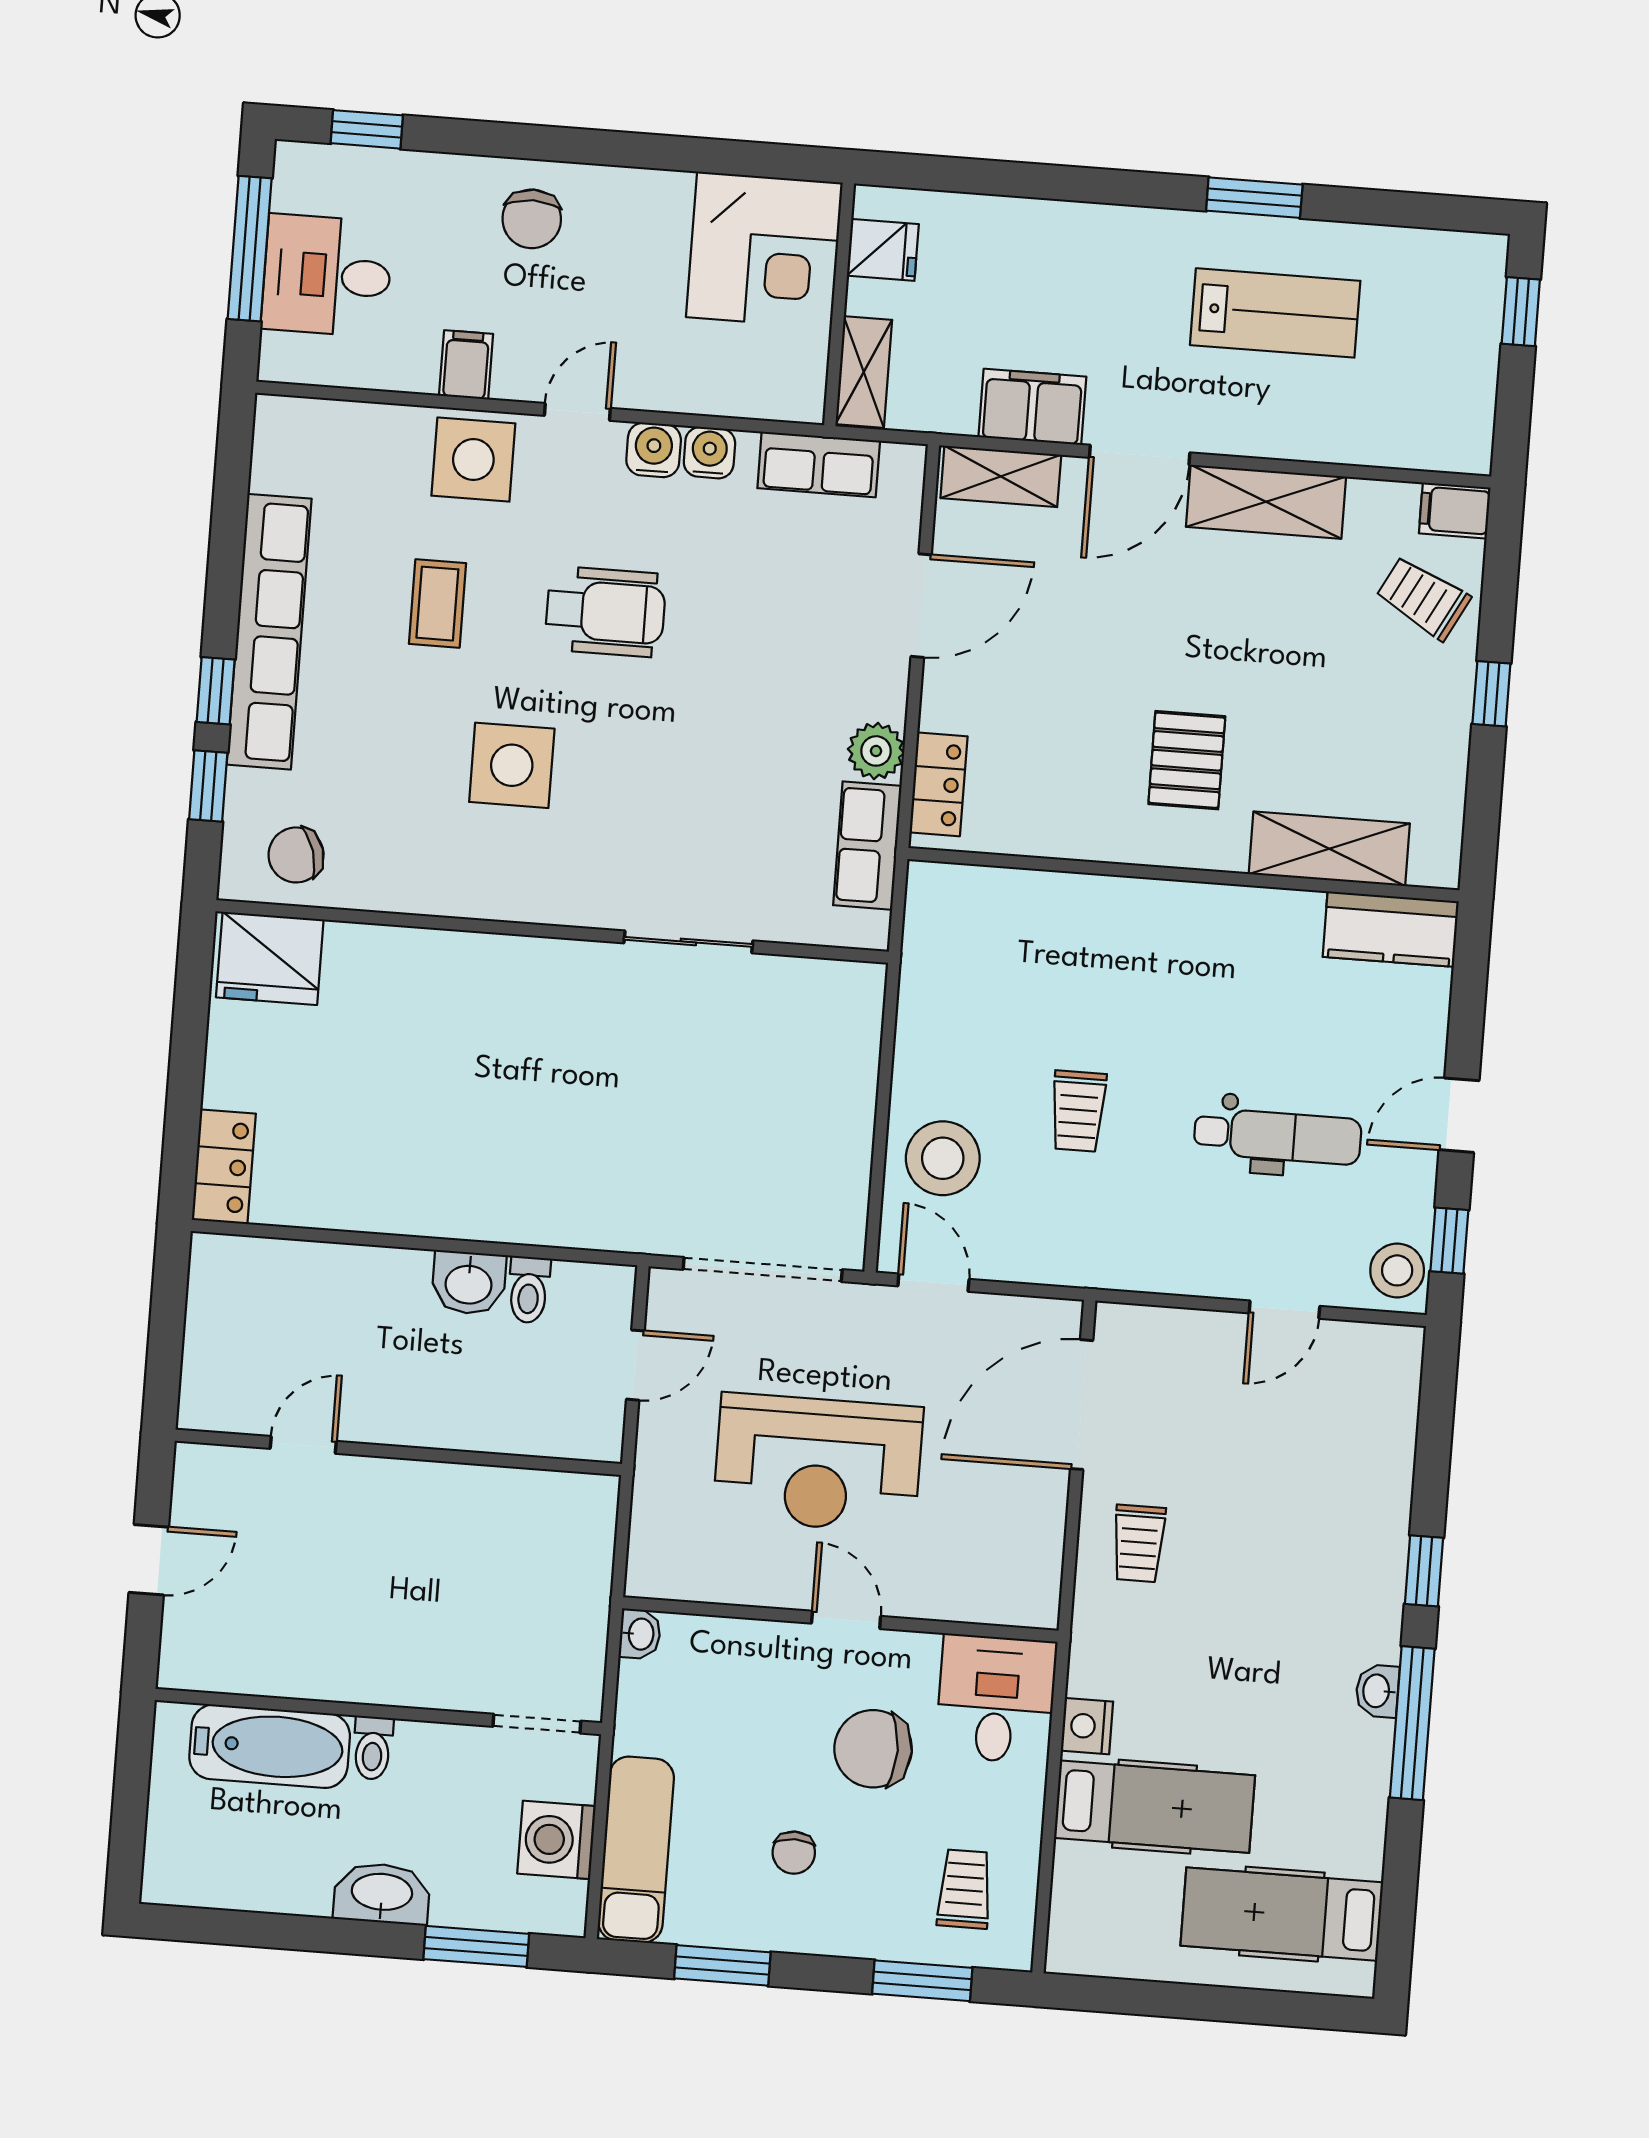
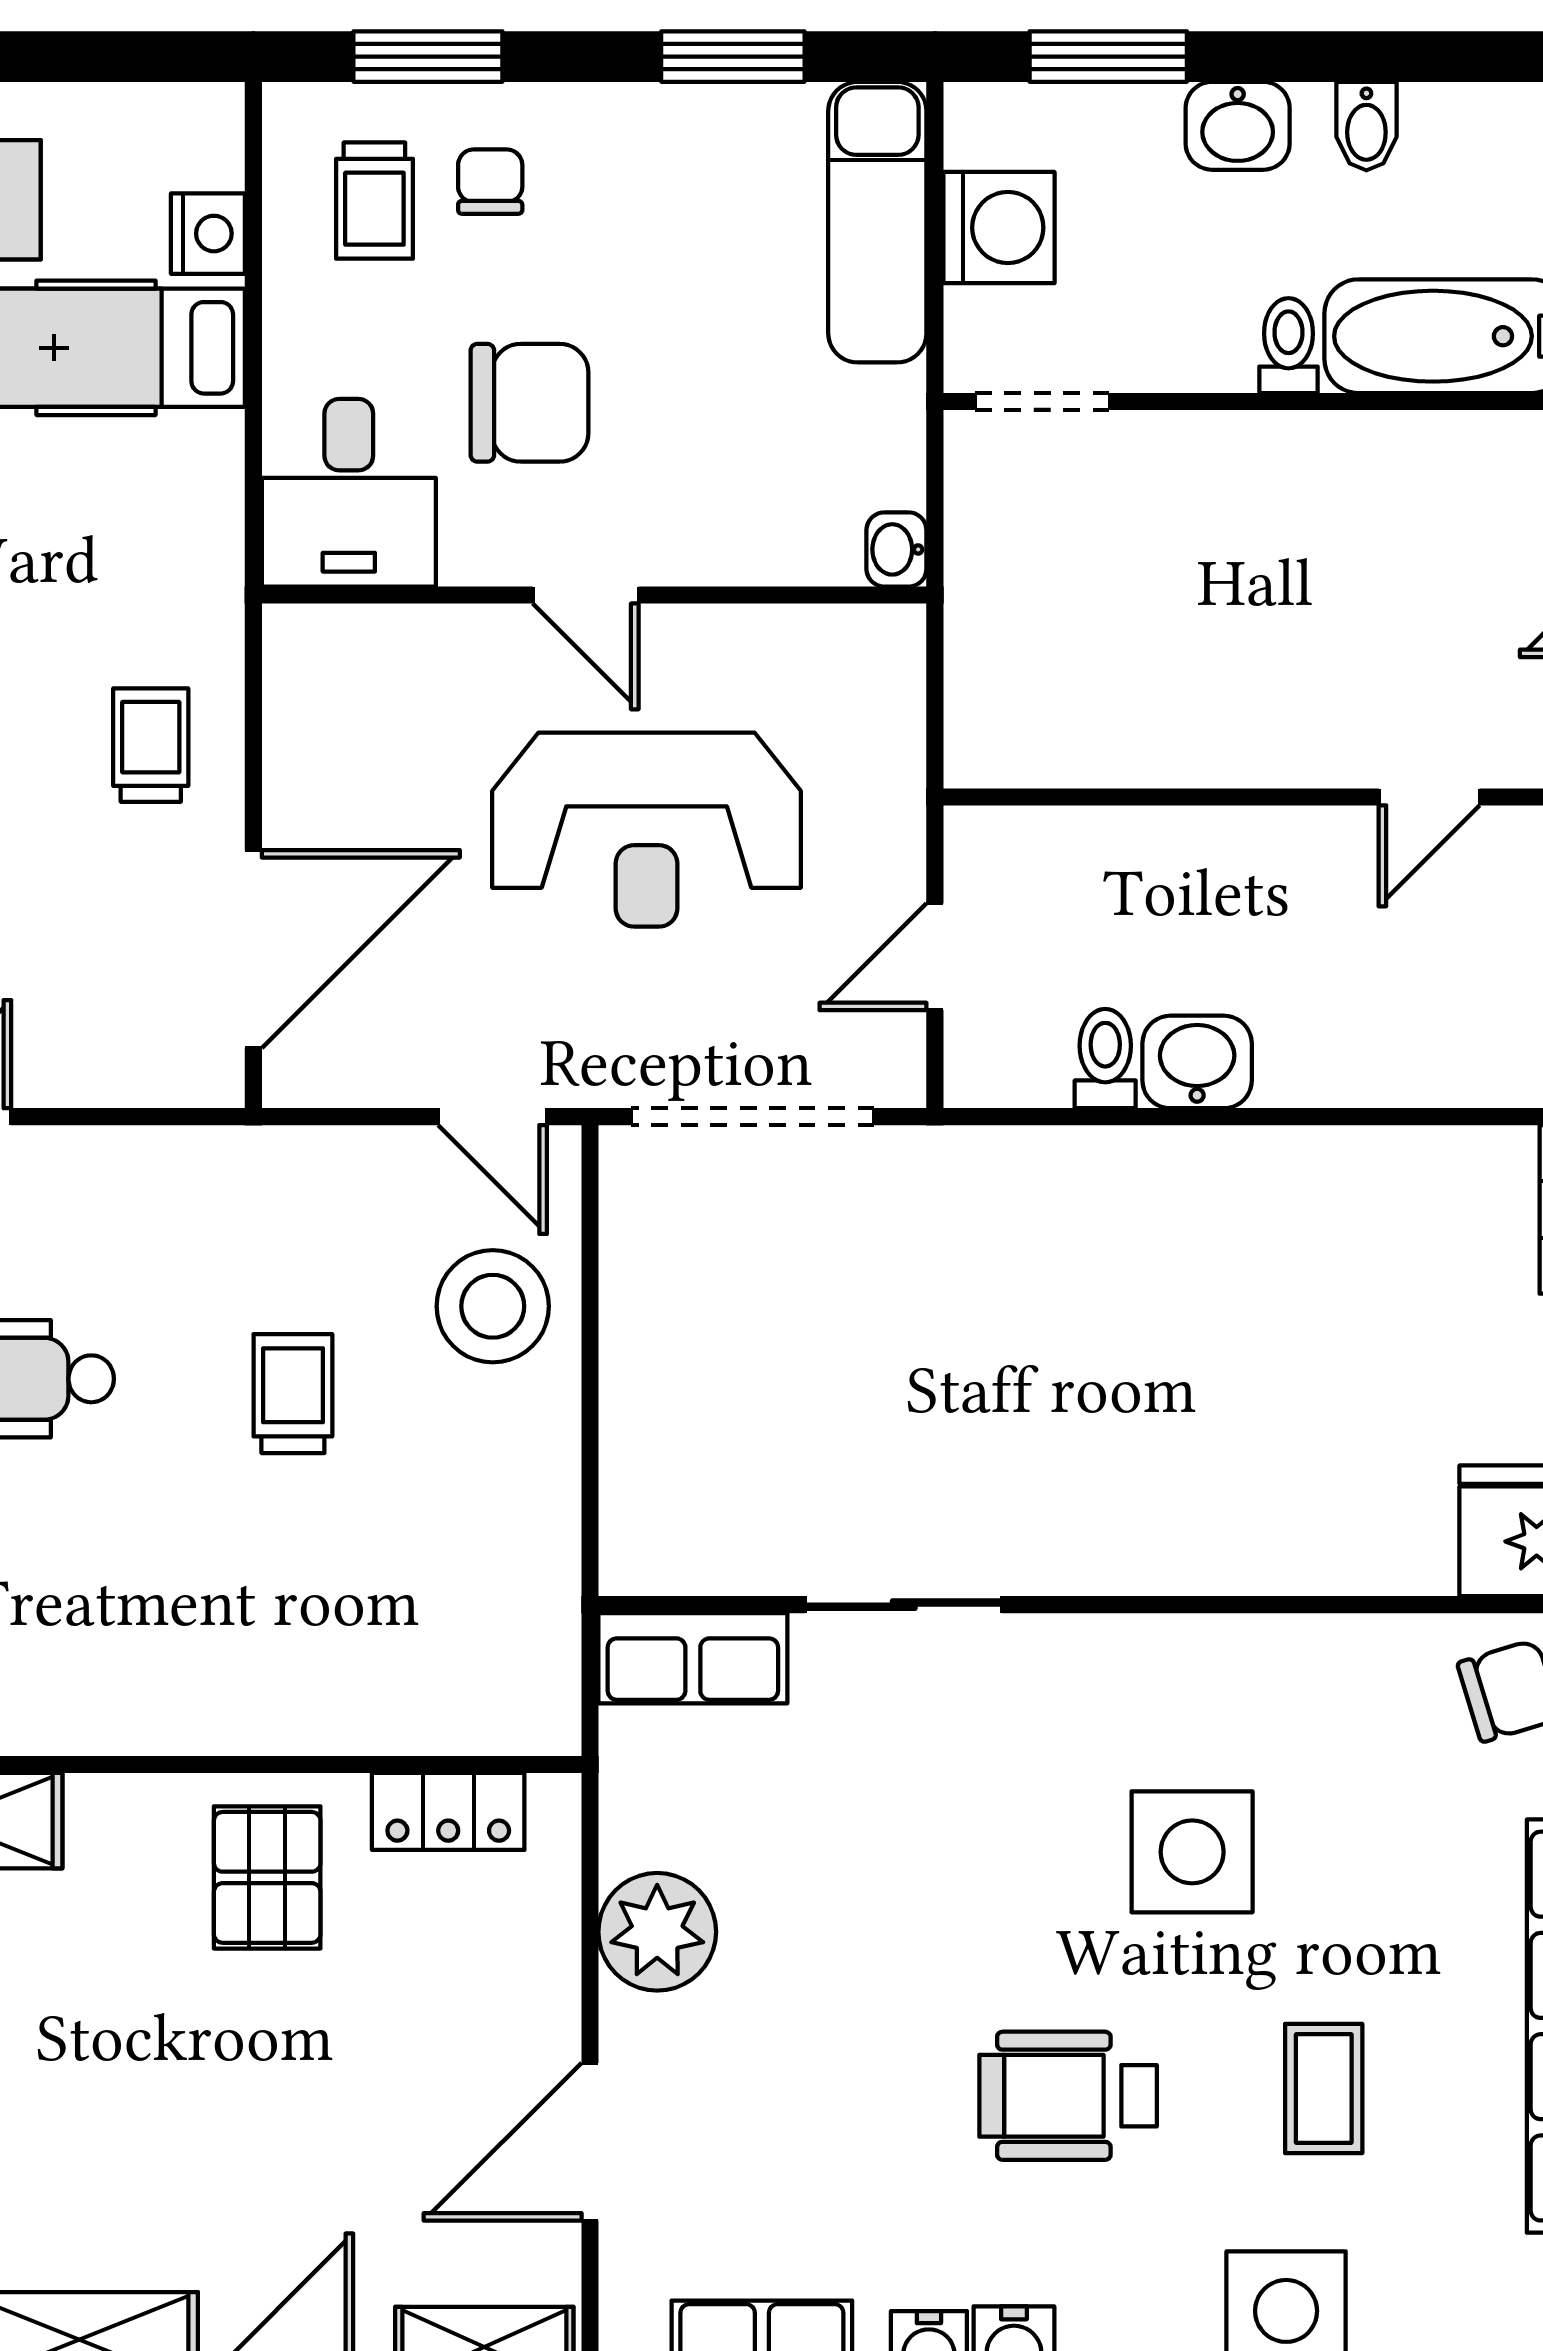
plant: (876, 751) -> (657, 1932), width x1.36, depth x1.36
pallet: (1187, 760) -> (267, 1877), moved
locker: (938, 784) -> (448, 1811), moved, turned -90
row of seats: (867, 846) -> (693, 1658), moved, turned 90
reception desk: (818, 1463) -> (647, 830), turned 180
nightstand: (1087, 1726) -> (208, 234), moved
chair: (794, 1853) -> (490, 182), moved
bidet: (310, 1888) -> (1366, 126), added
washbasin: (382, 1894) -> (1238, 126), width x0.72

